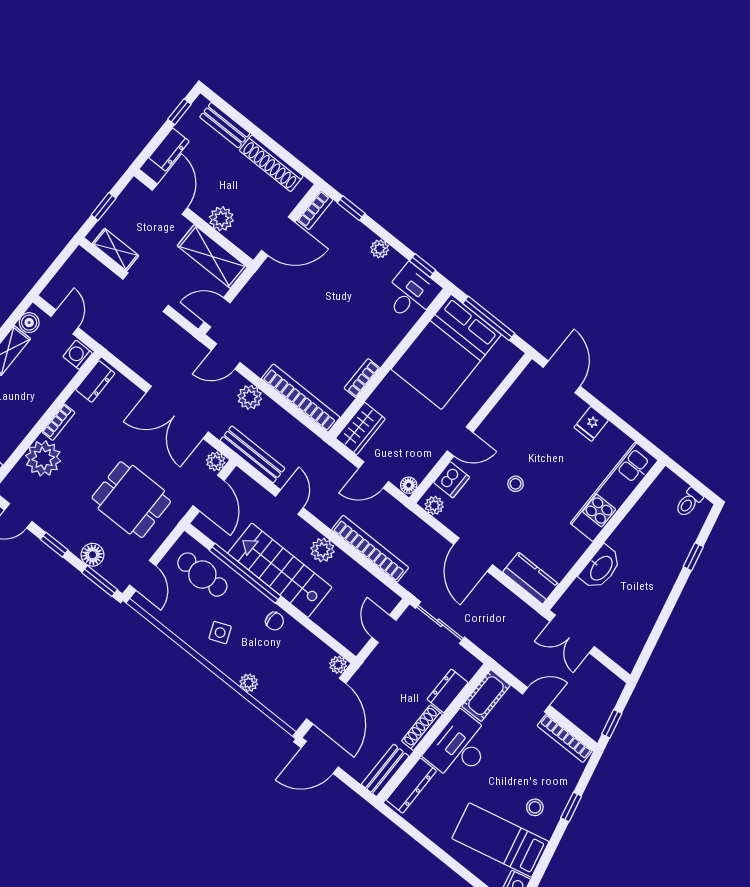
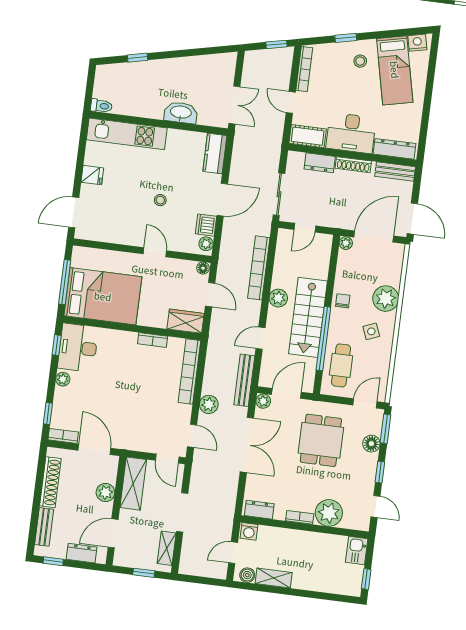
desk: (411, 293) -> (78, 348), width x1.37
dishwasher: (451, 480) -> (206, 225), moved, turned -90
toilet: (689, 502) -> (101, 106), moved
plant: (249, 683) -> (386, 299), width x1.87, depth x1.87

